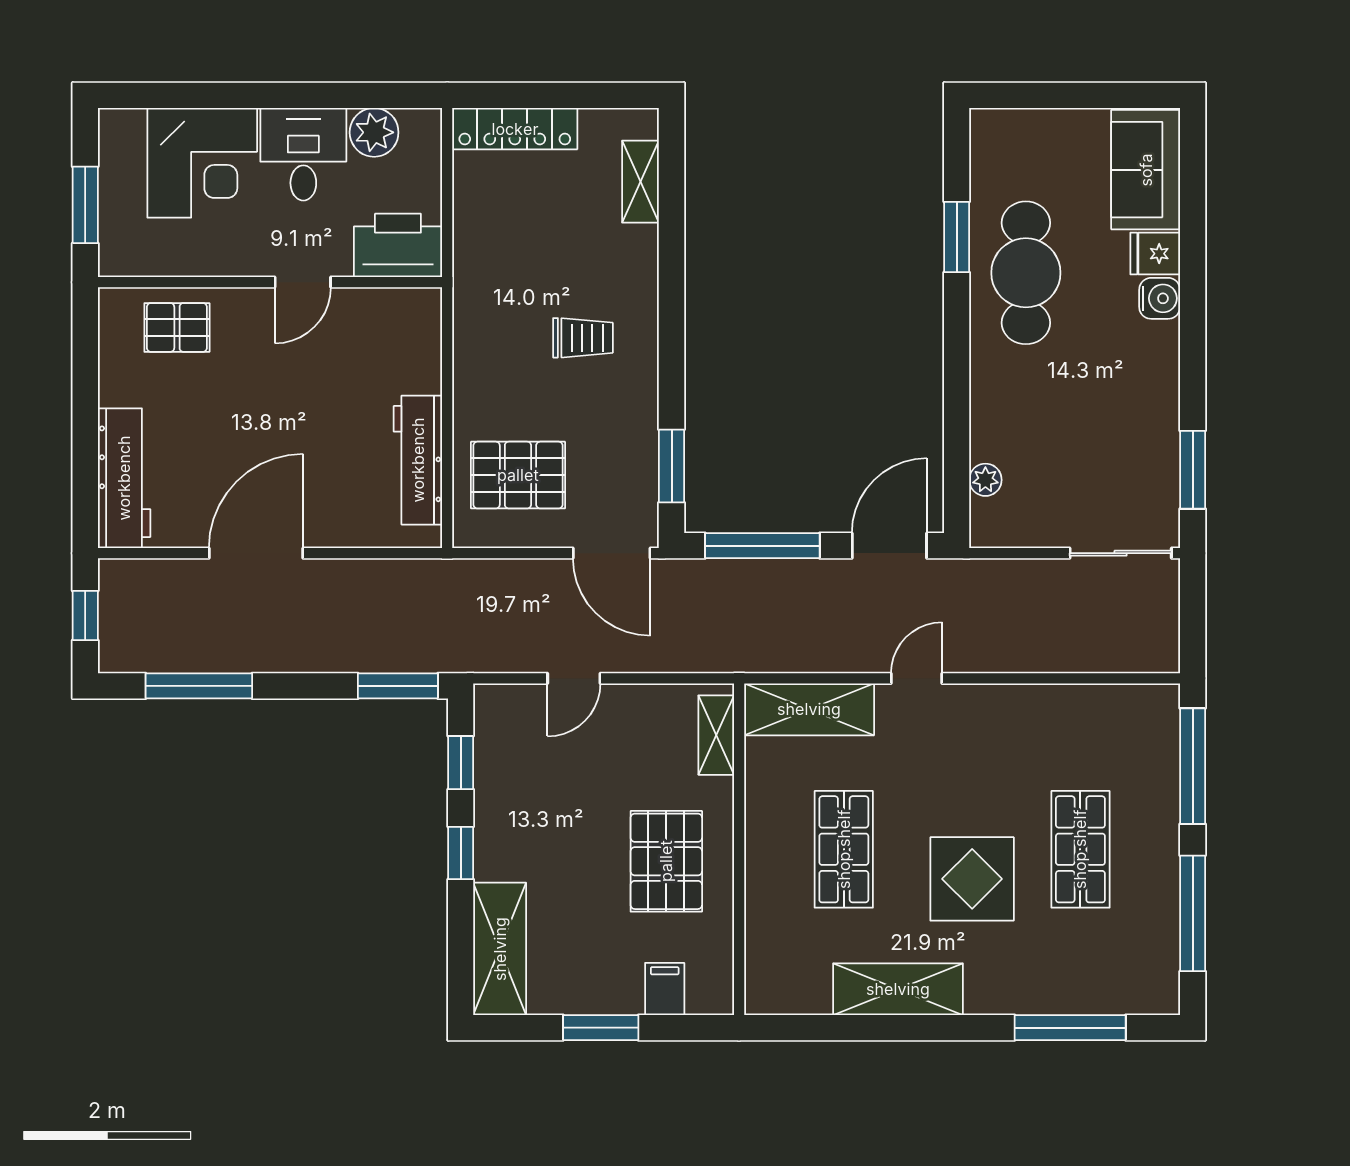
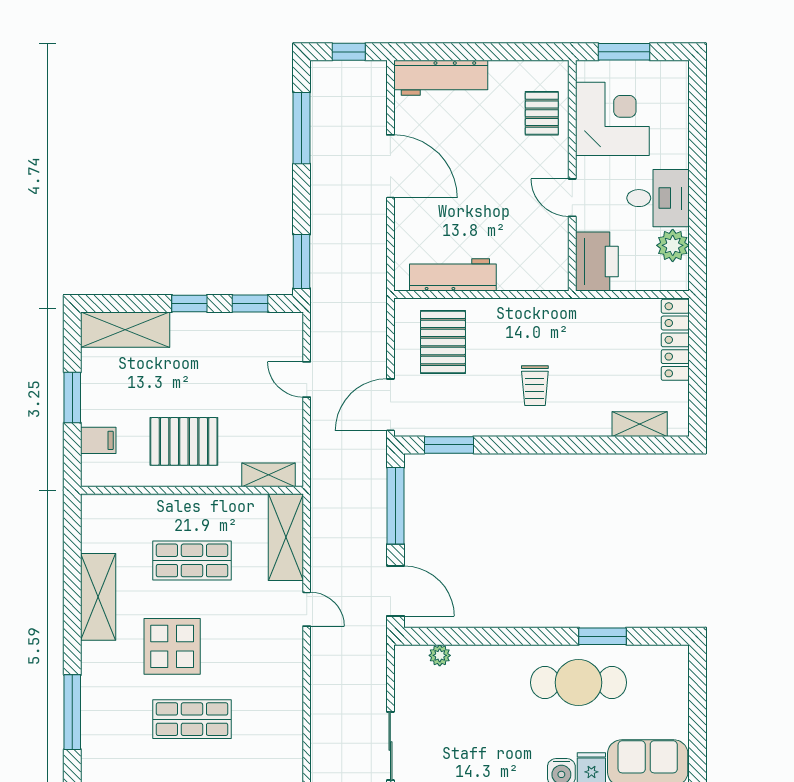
corner desk: (202, 163) -> (612, 119), moved, turned 180

